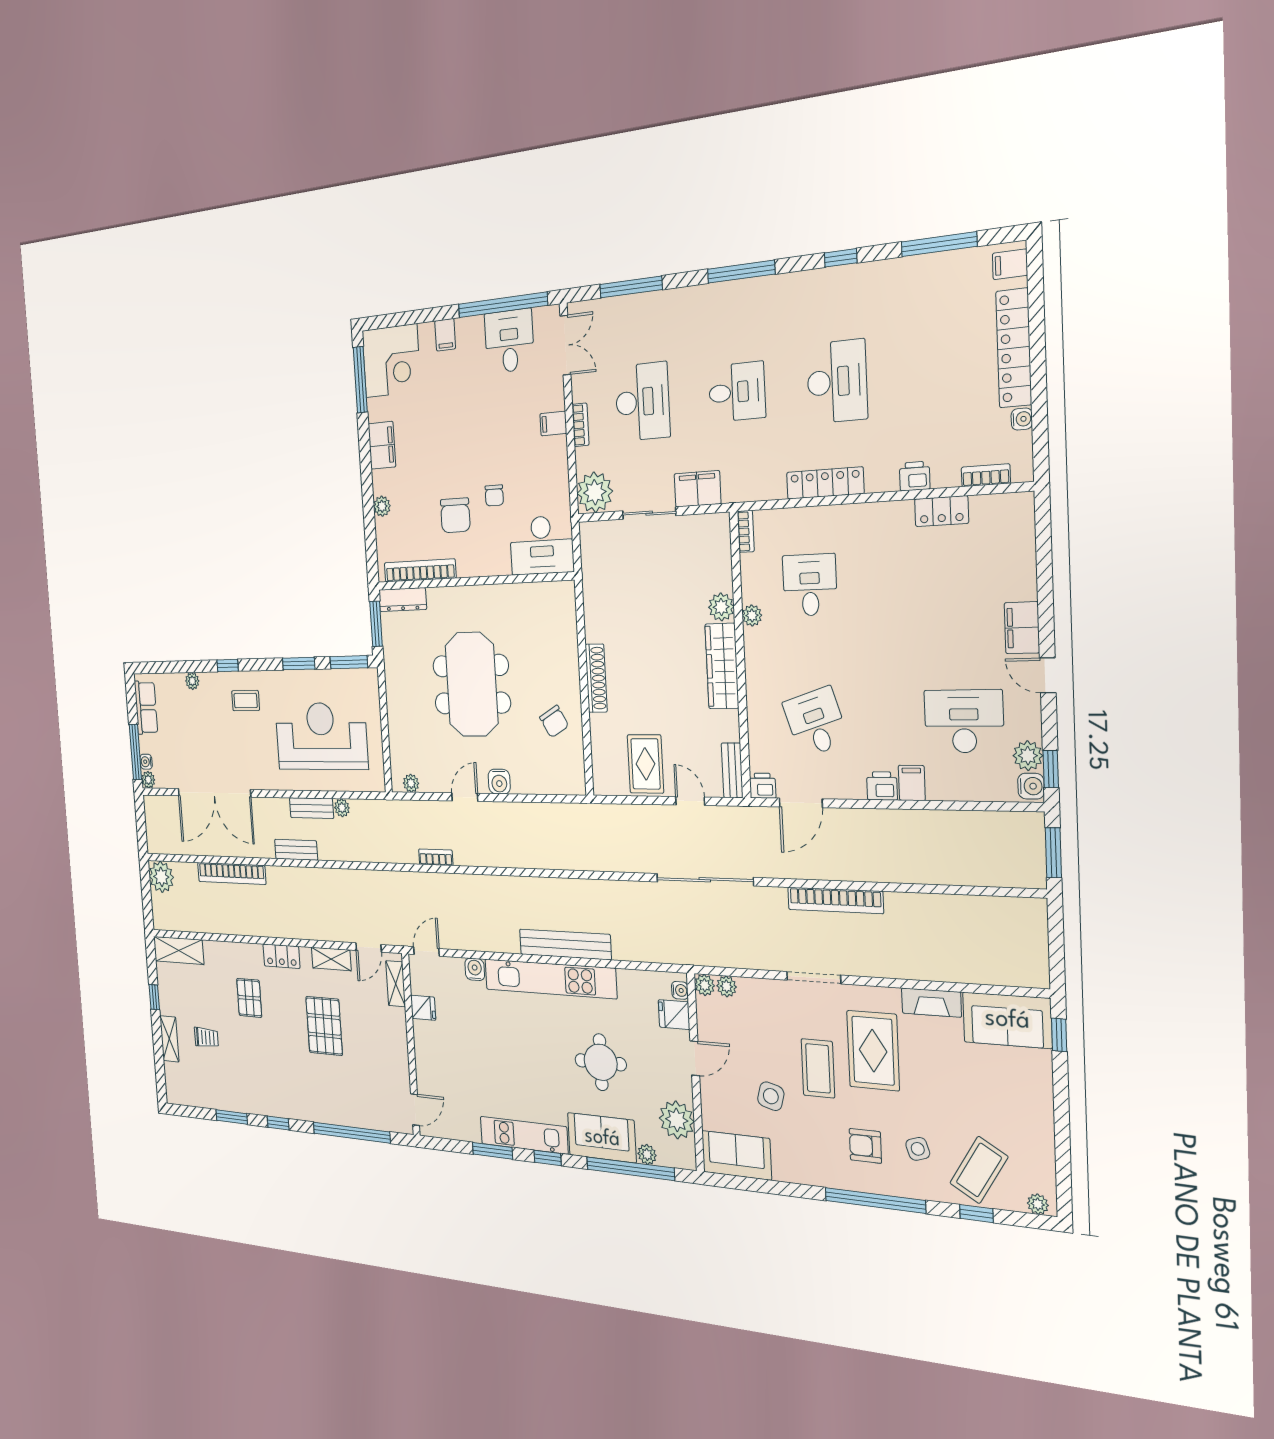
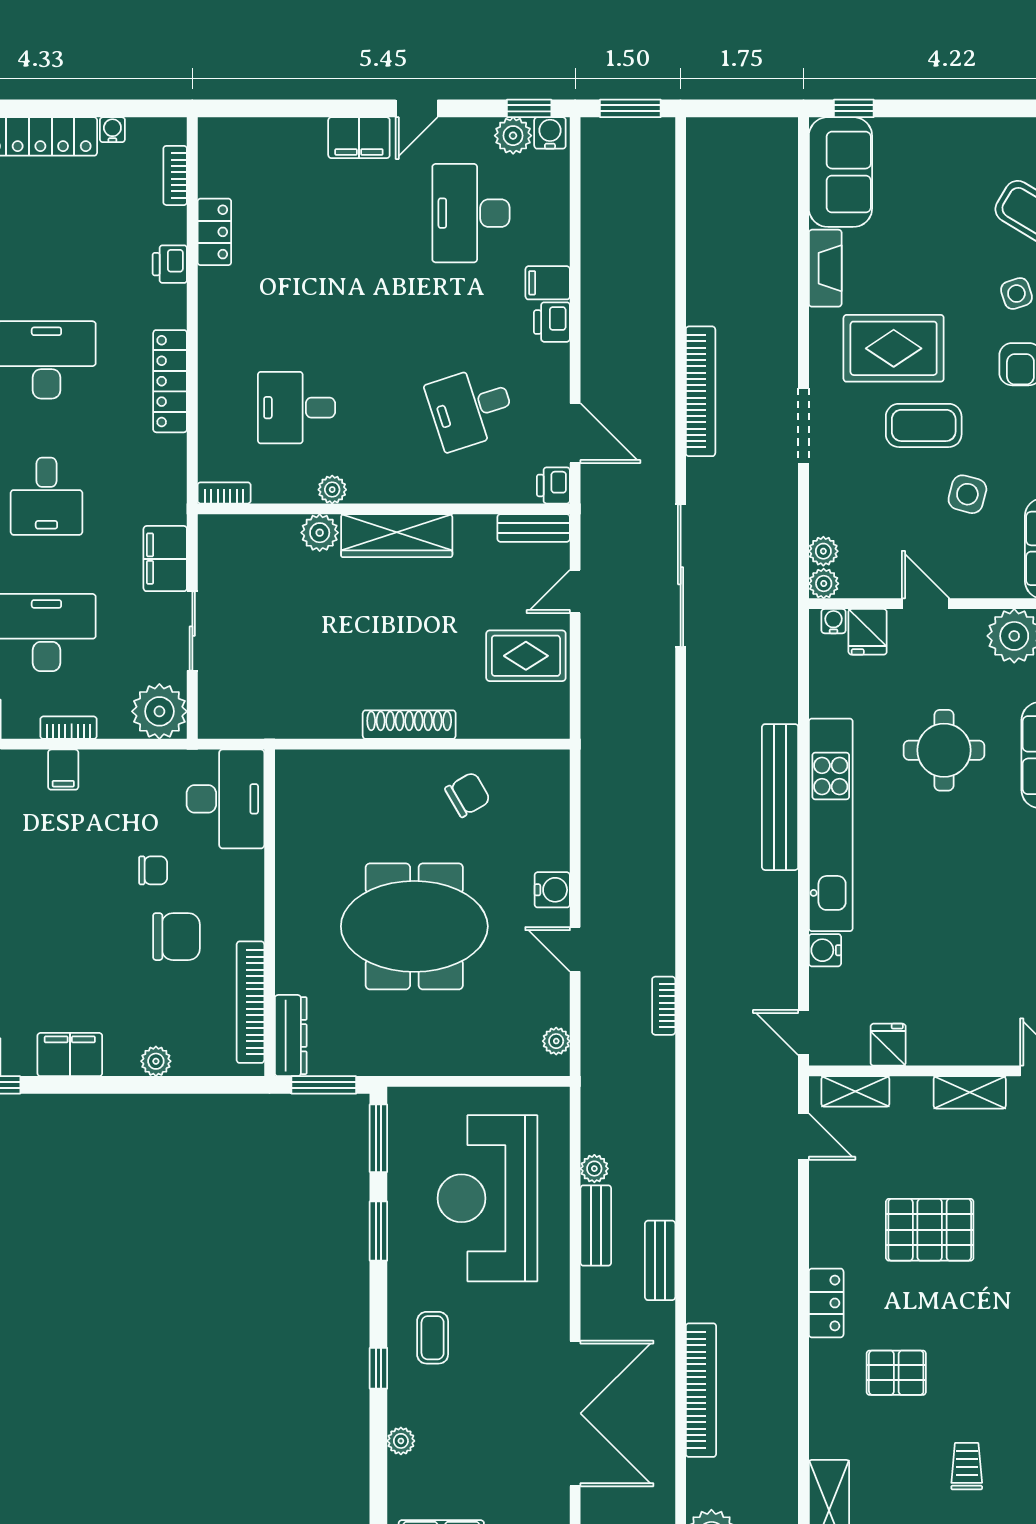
desk: (737, 392) -> (46, 496), turned 180
shelving: (331, 959) -> (970, 1092), moved, turned 90

